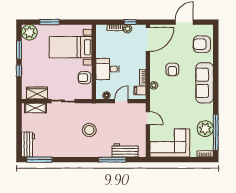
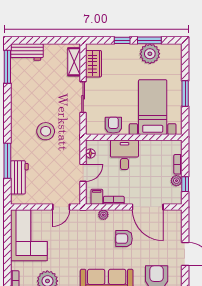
window: (50, 22) -> (185, 93), moved
plant: (29, 32) -> (150, 54), moved
door: (148, 39) -> (148, 207), moved
door: (121, 101) -> (83, 173), hinge flipped

